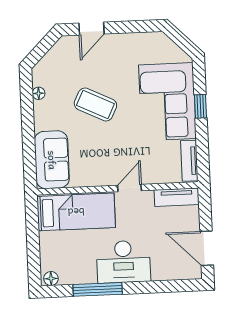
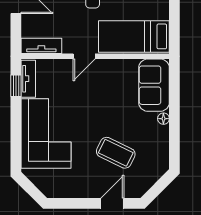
floor lamp: (39, 93) -> (163, 119), moved
coffee table: (95, 104) -> (116, 153), moved
window: (201, 106) -> (16, 86), moved

